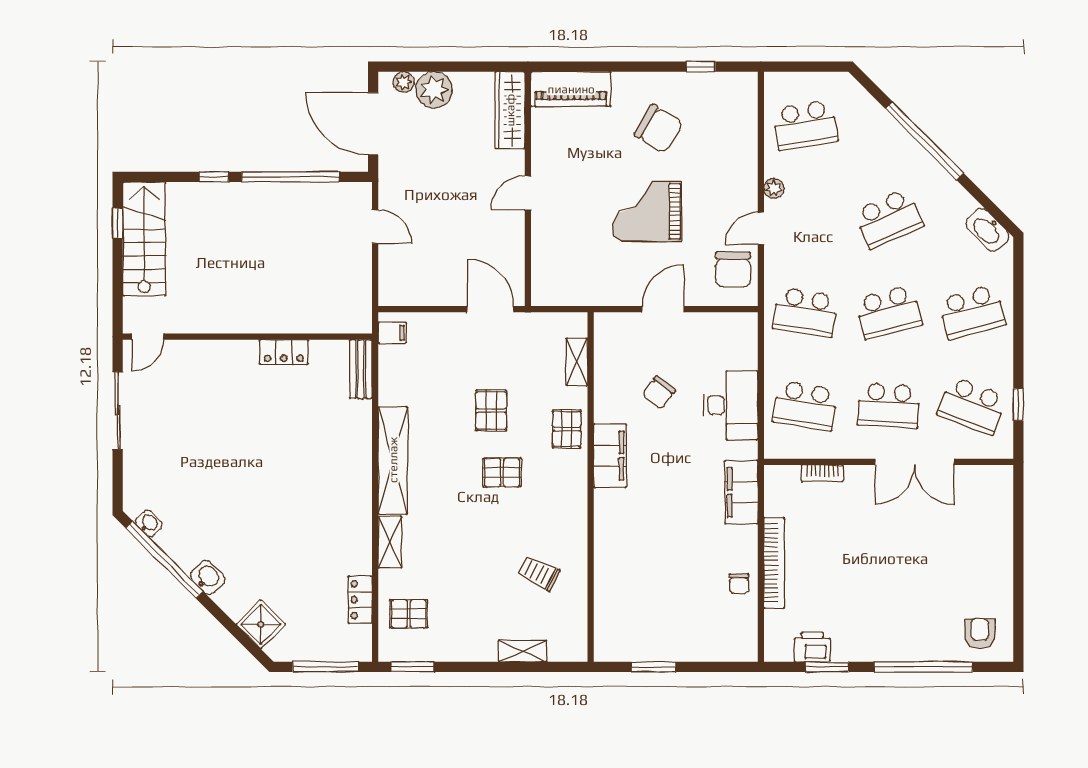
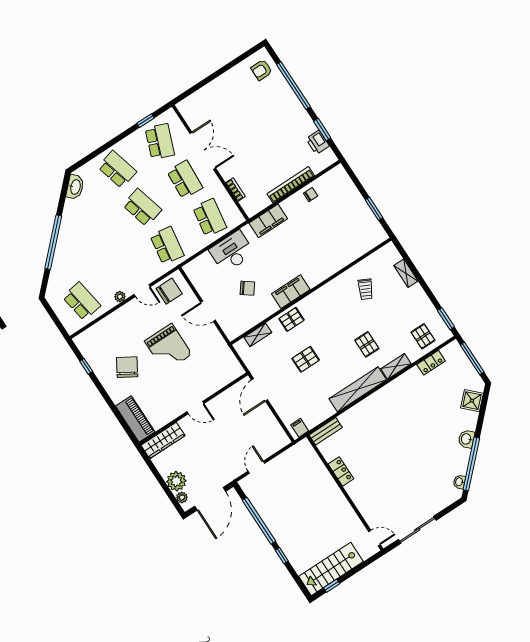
school desk: (889, 219) -> (99, 235), removed
pallet: (502, 473) -> (367, 344), moved

